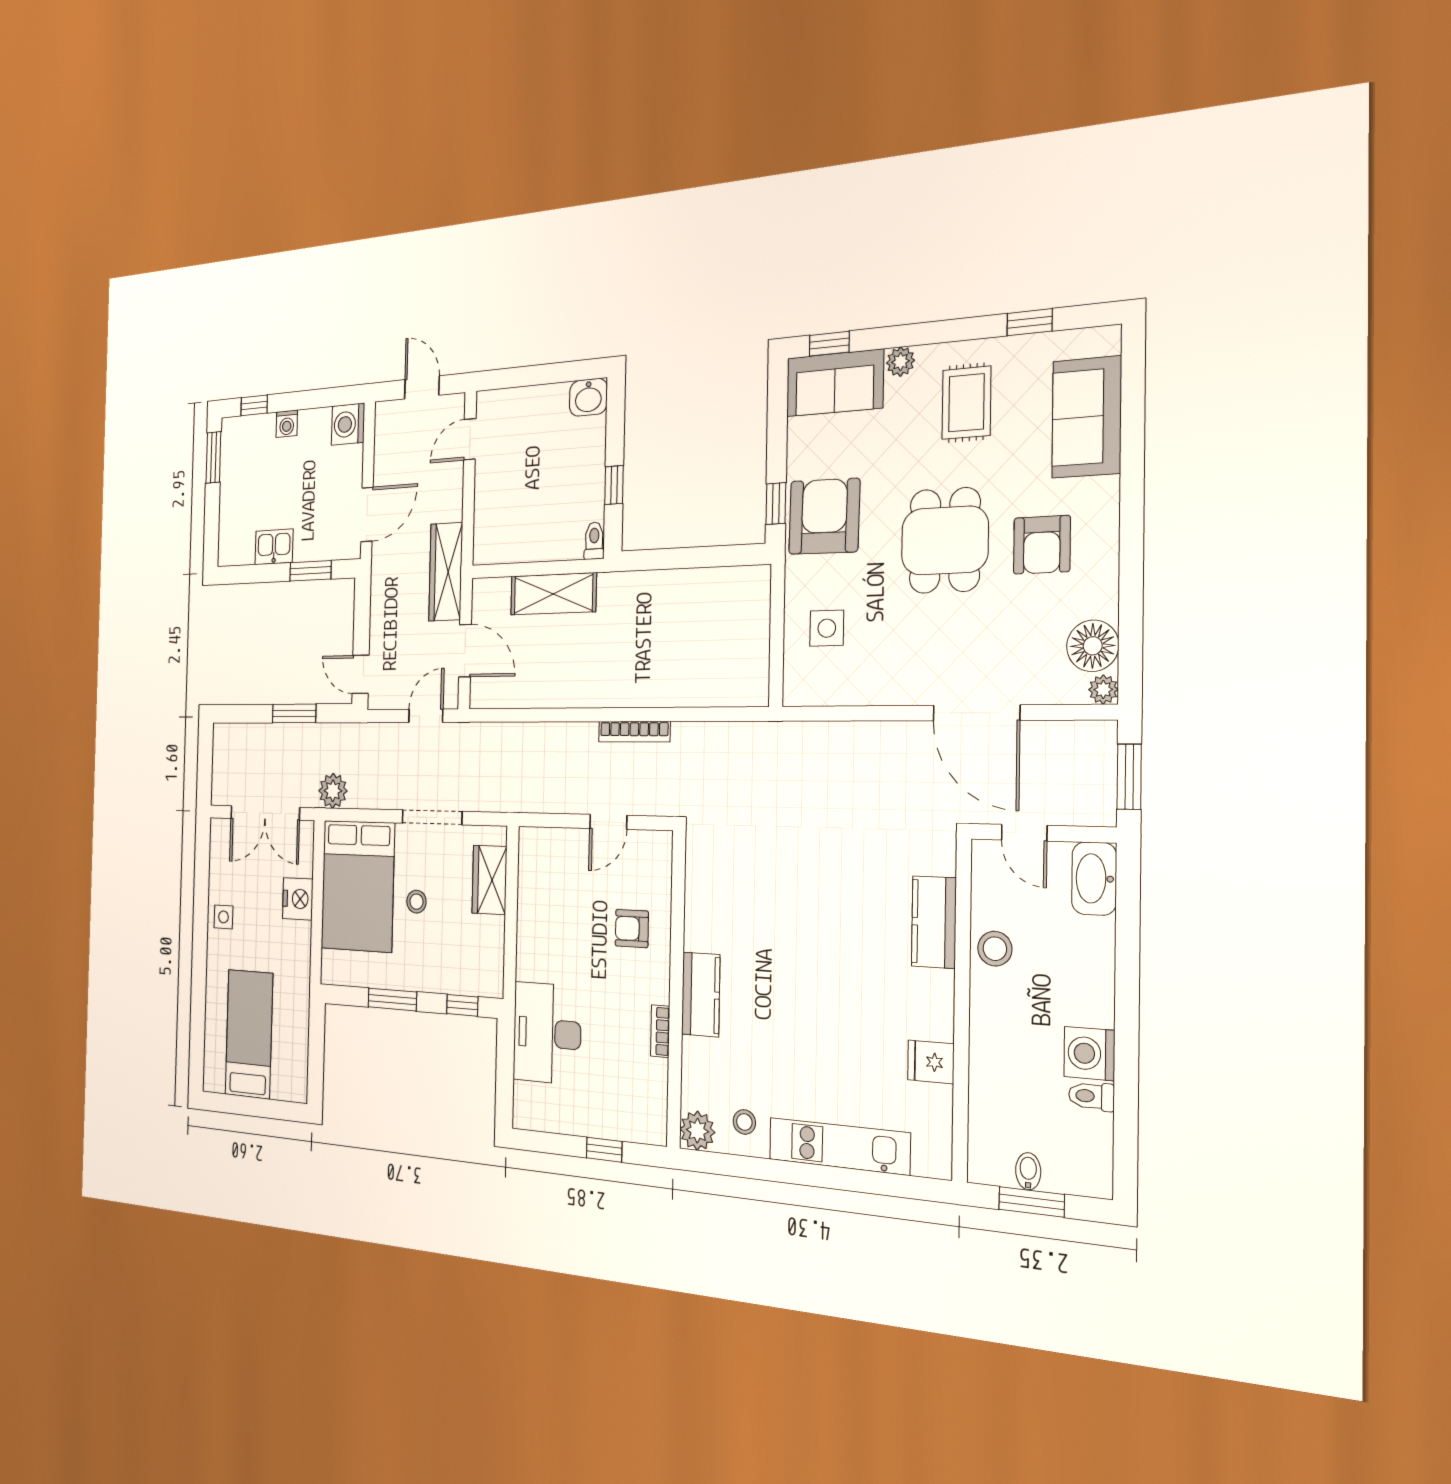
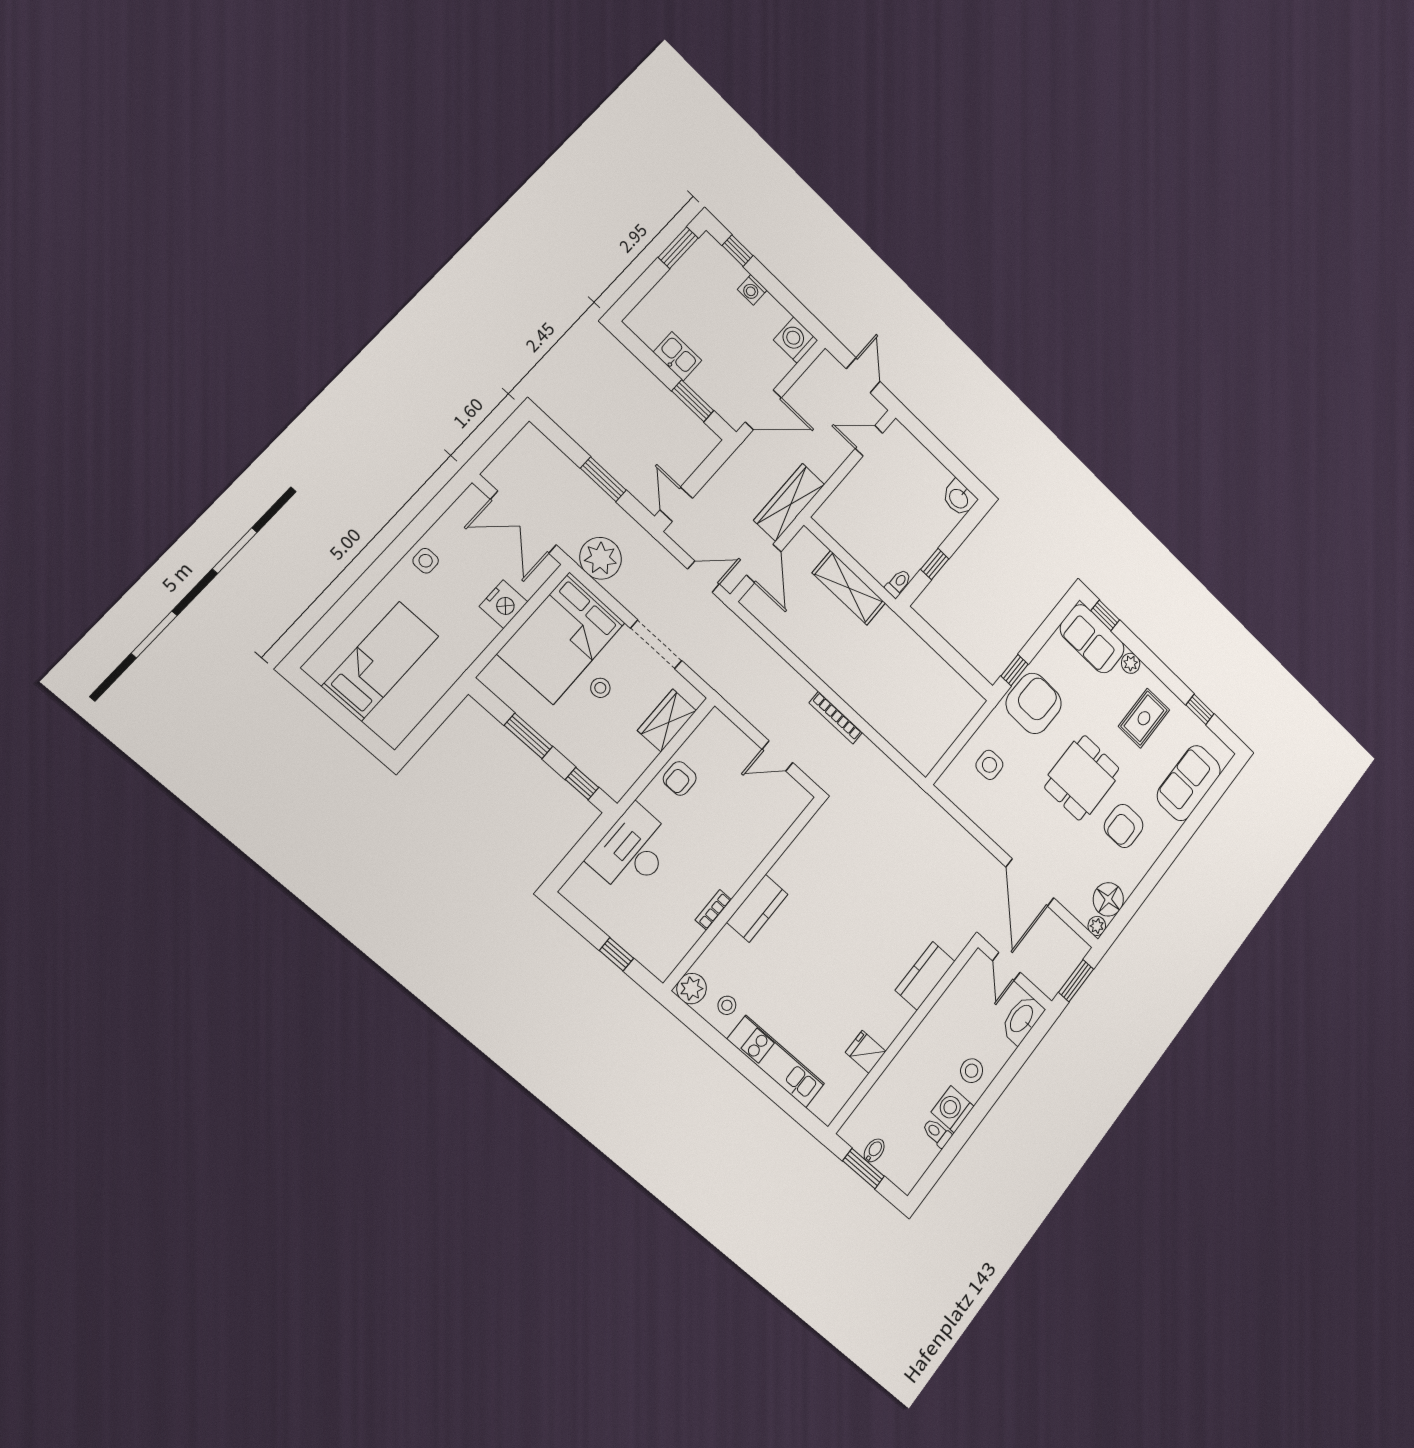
plant: (333, 791) -> (601, 558), width x1.36, depth x1.36
armchair: (632, 929) -> (680, 778), moved, turned -90
stool: (995, 949) -> (972, 1071), moved

